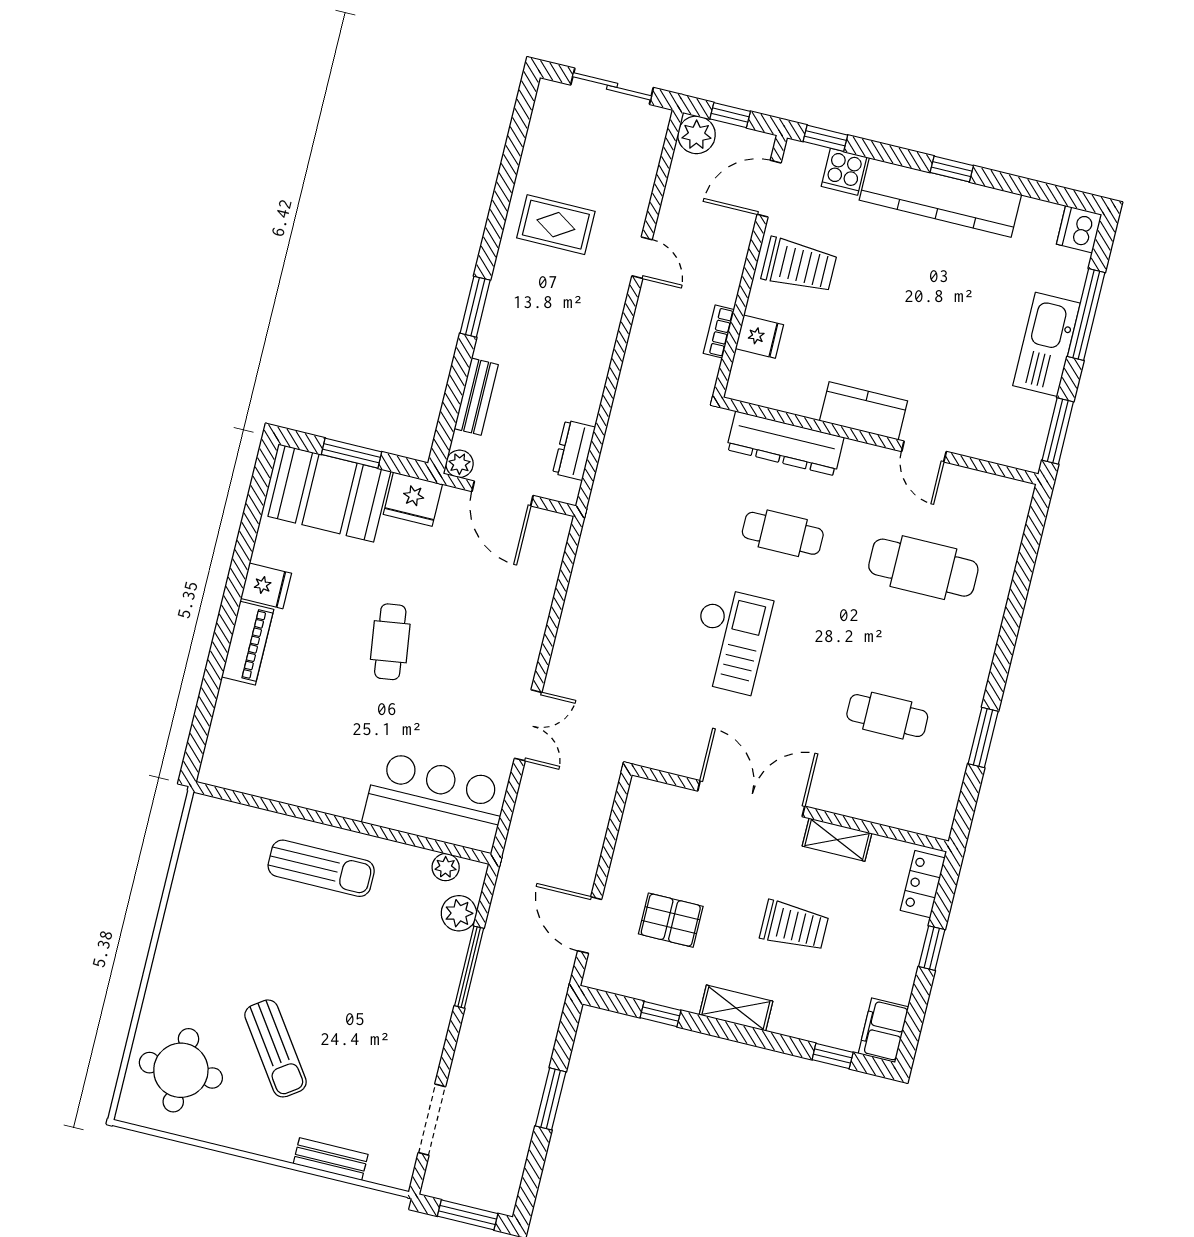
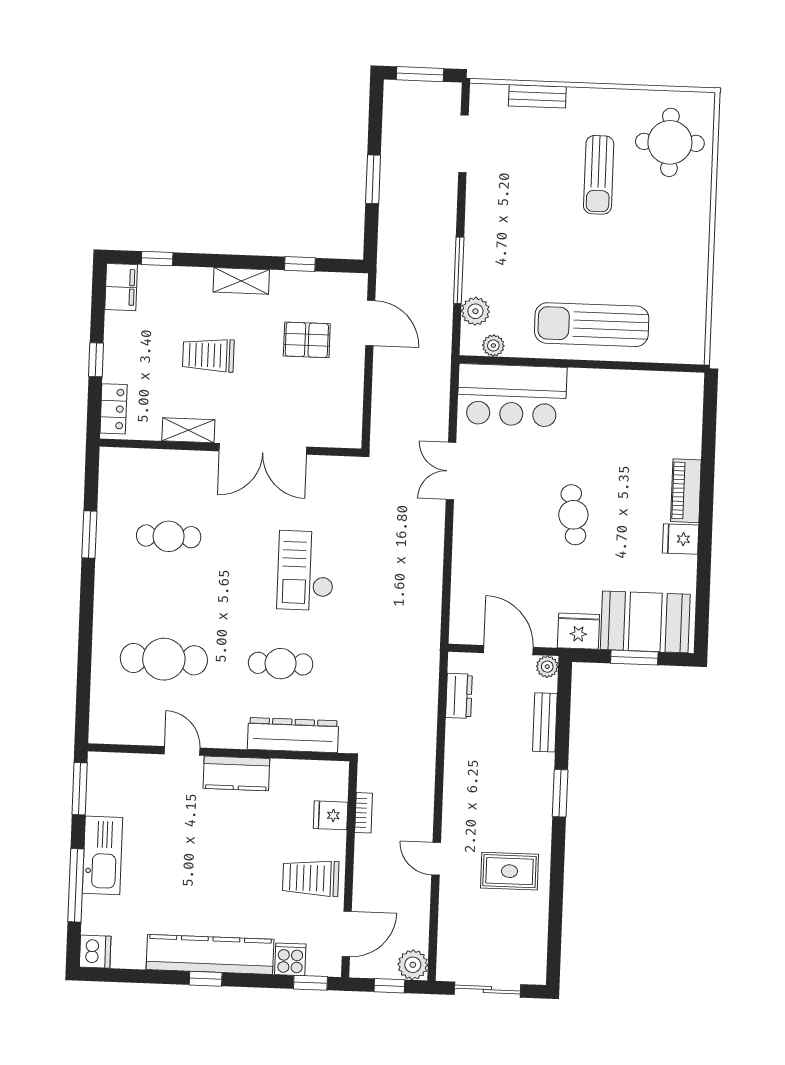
sun lounger: (321, 868) -> (592, 325), width x1.36, depth x1.34
sun lounger: (276, 1048) -> (599, 175), turned -145

